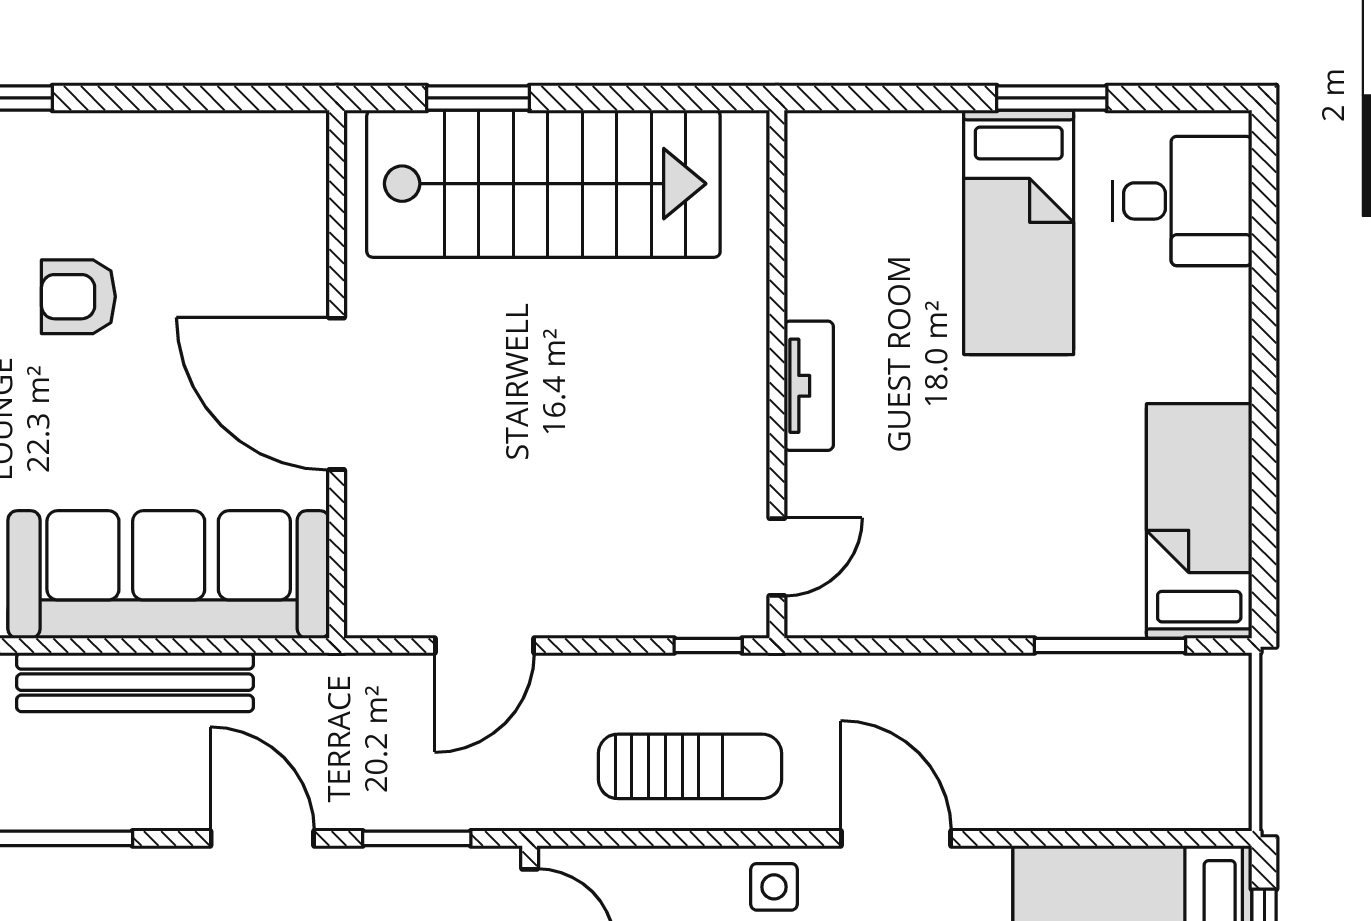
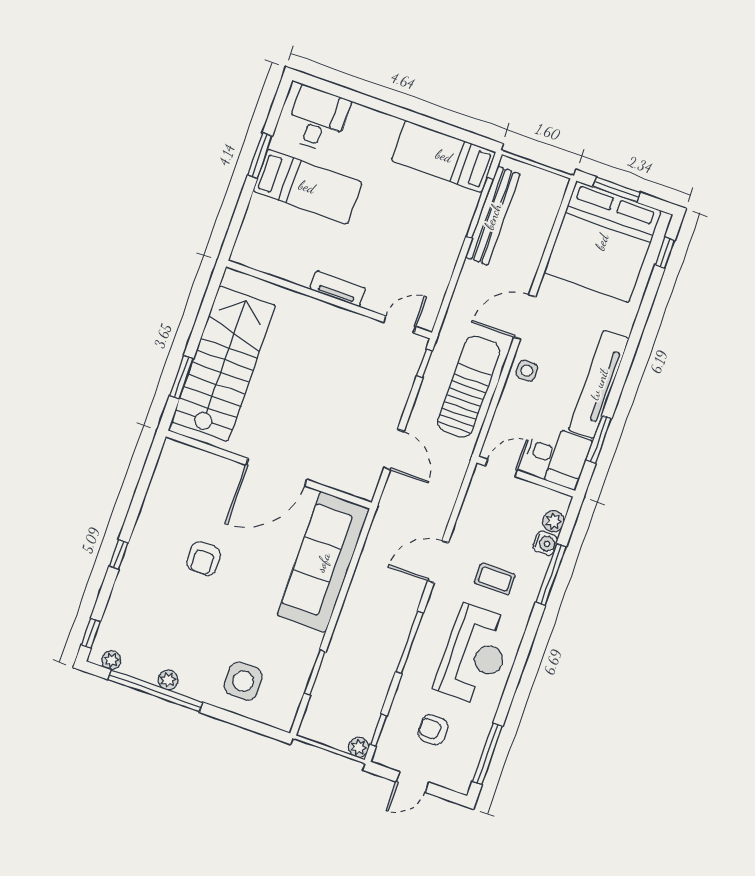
door: (777, 557) -> (400, 325), hinge flipped
bench: (135, 682) -> (493, 216), moved
sun lounger: (690, 766) -> (469, 387), width x1.36, depth x1.34
window: (417, 838) -> (459, 502), removed

